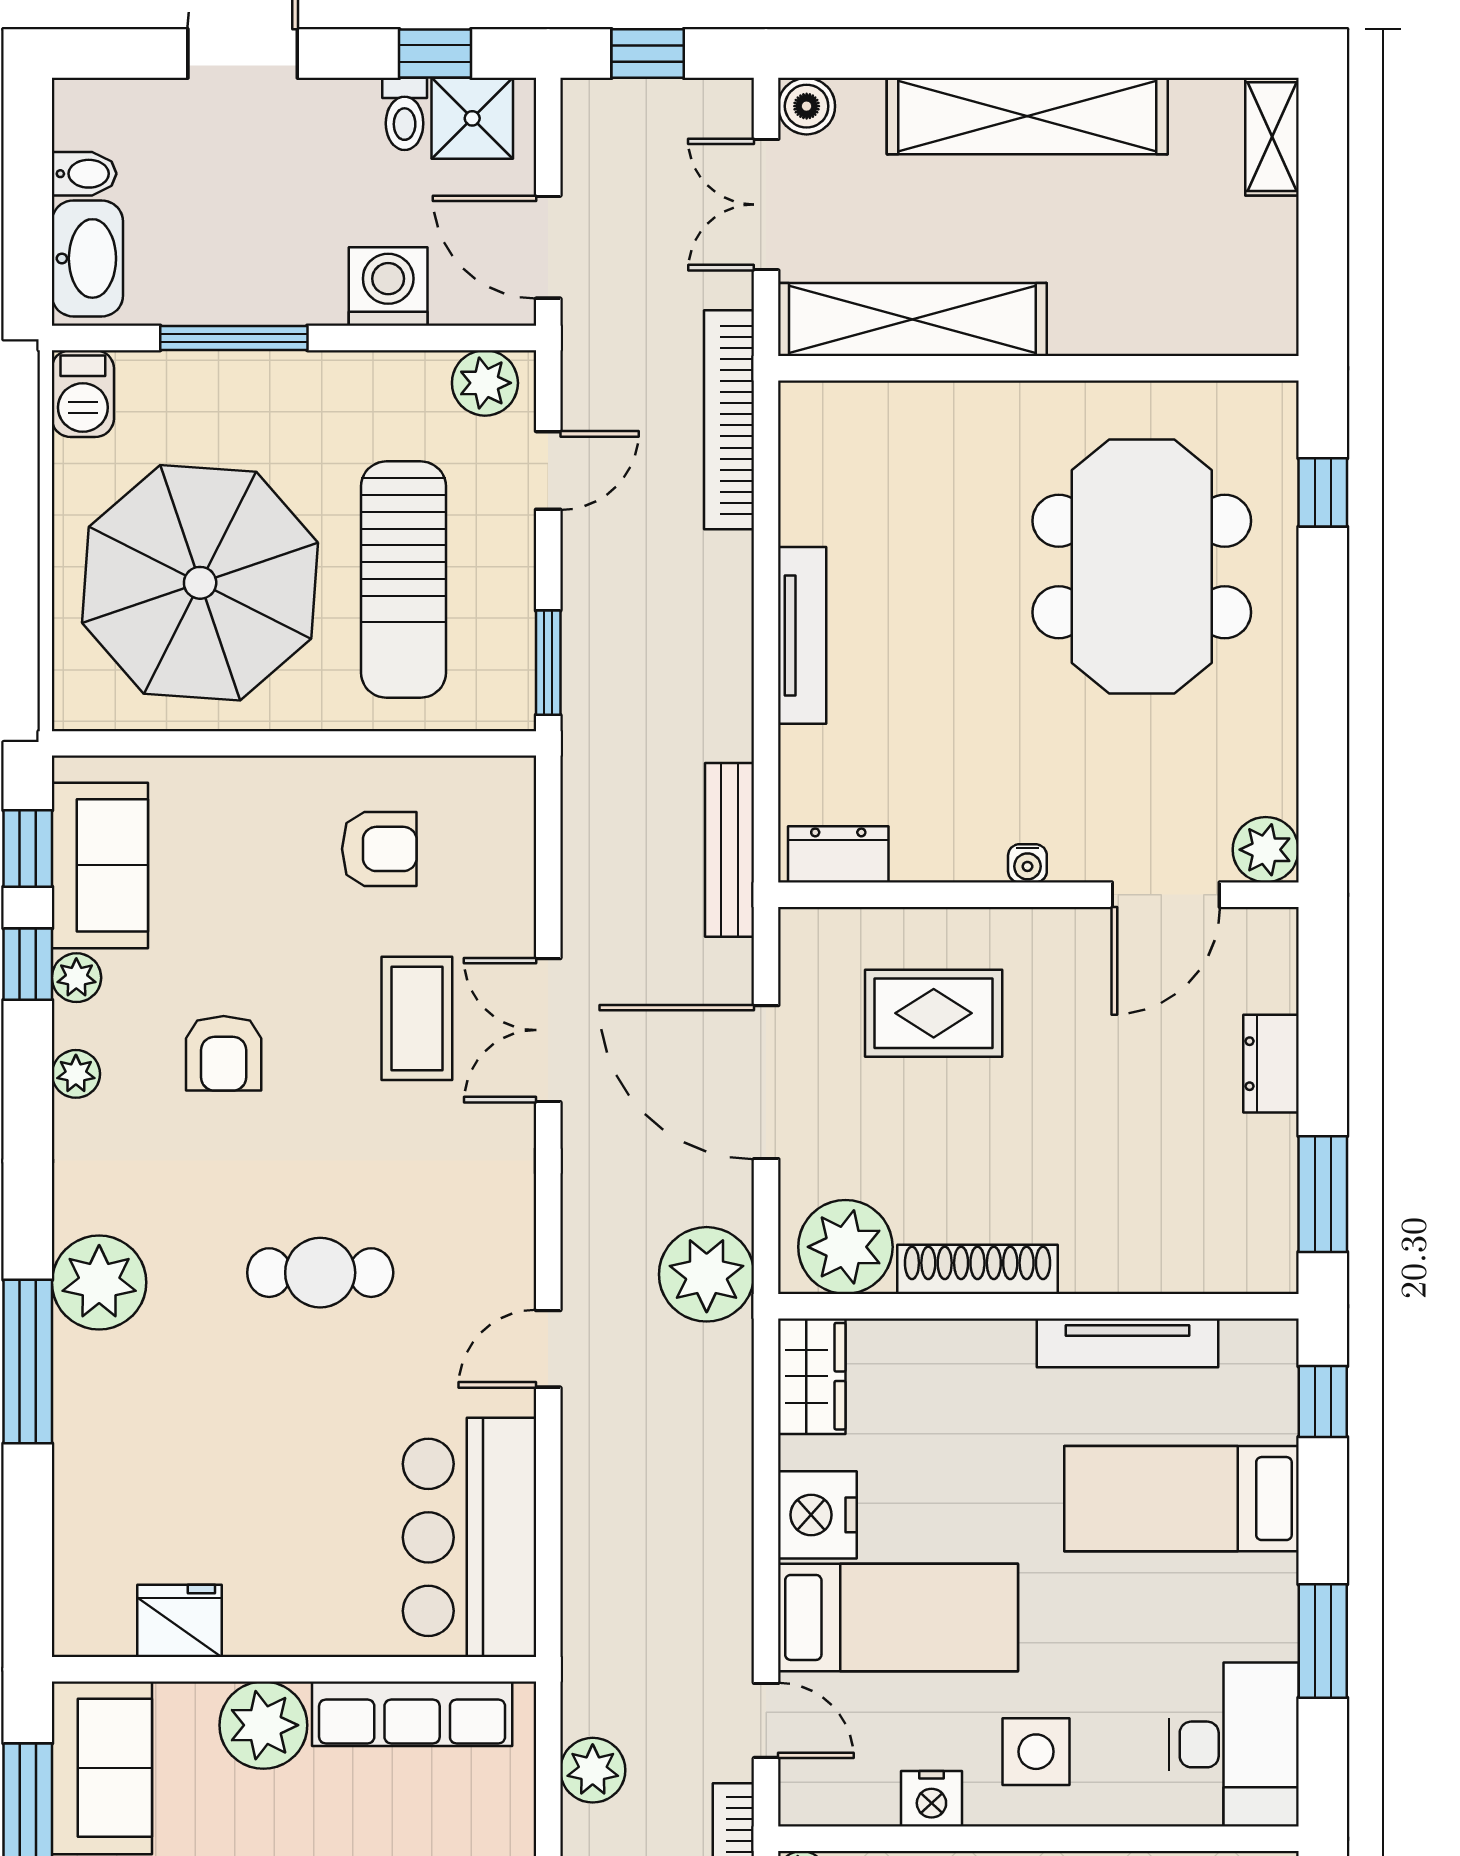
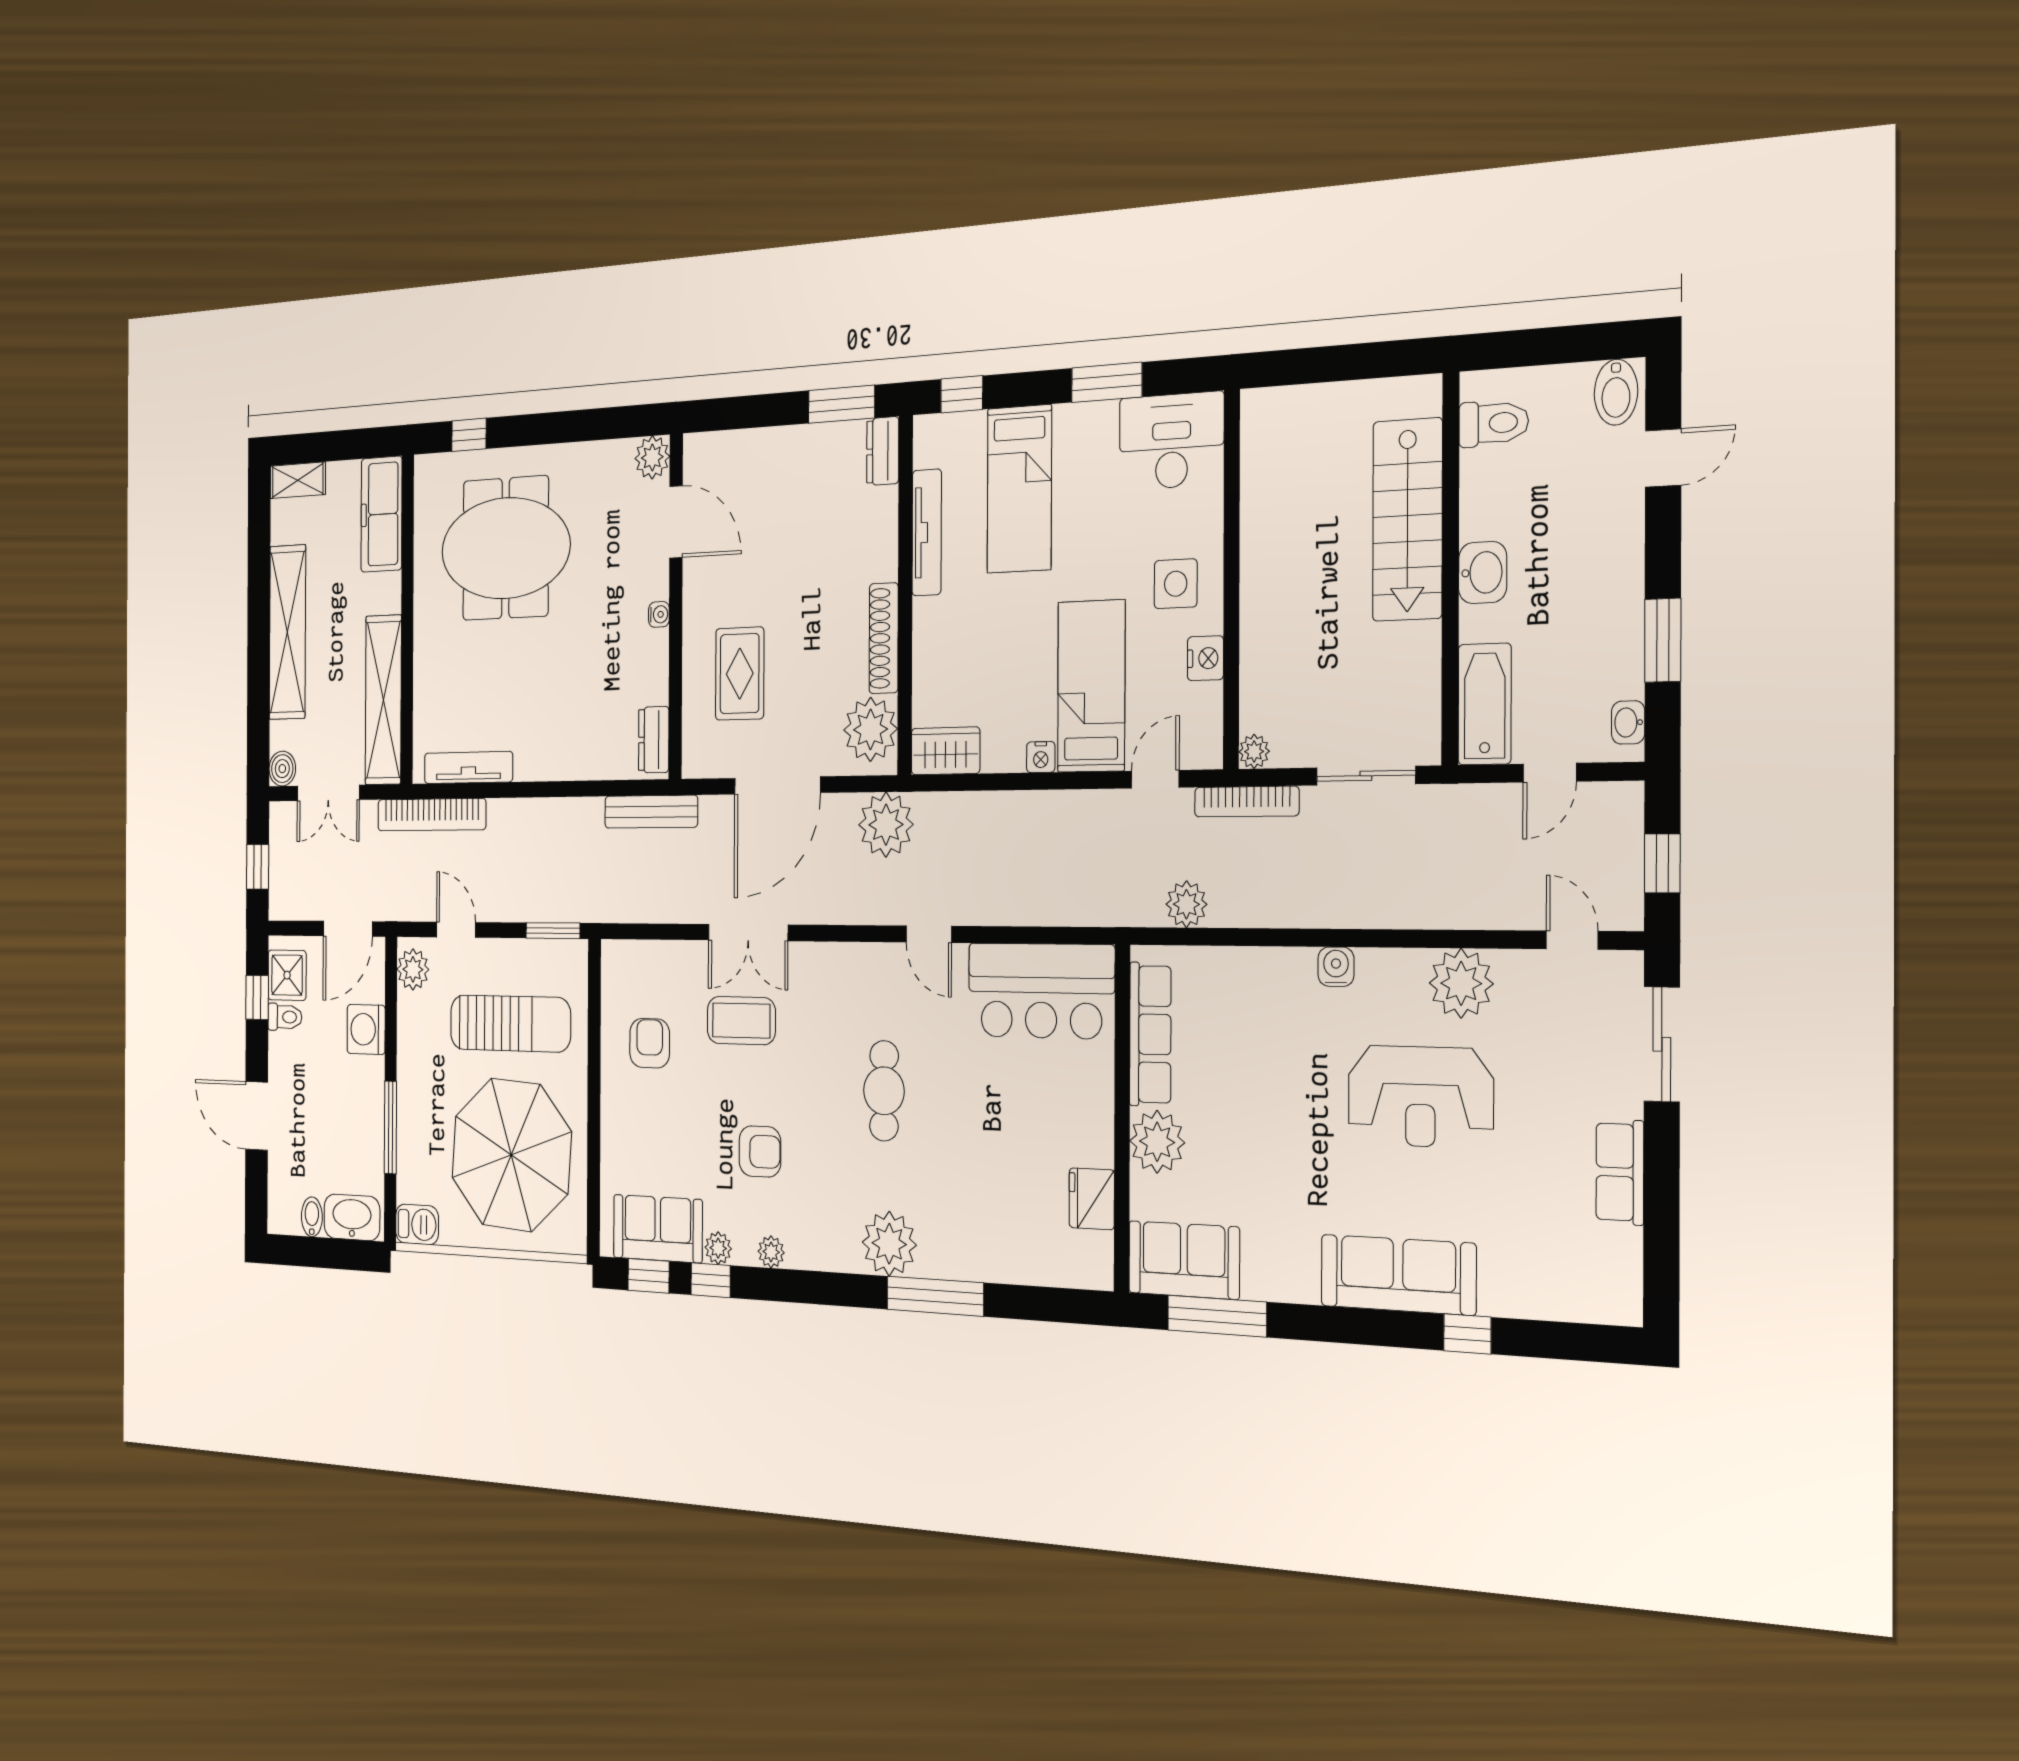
freezer: (1208, 314) -> (381, 514), added
tv unit: (802, 635) -> (468, 767), moved
dresser: (1271, 1064) -> (883, 451), moved, turned 90
nightstand: (817, 1515) -> (1041, 757), width x0.53, depth x0.56

